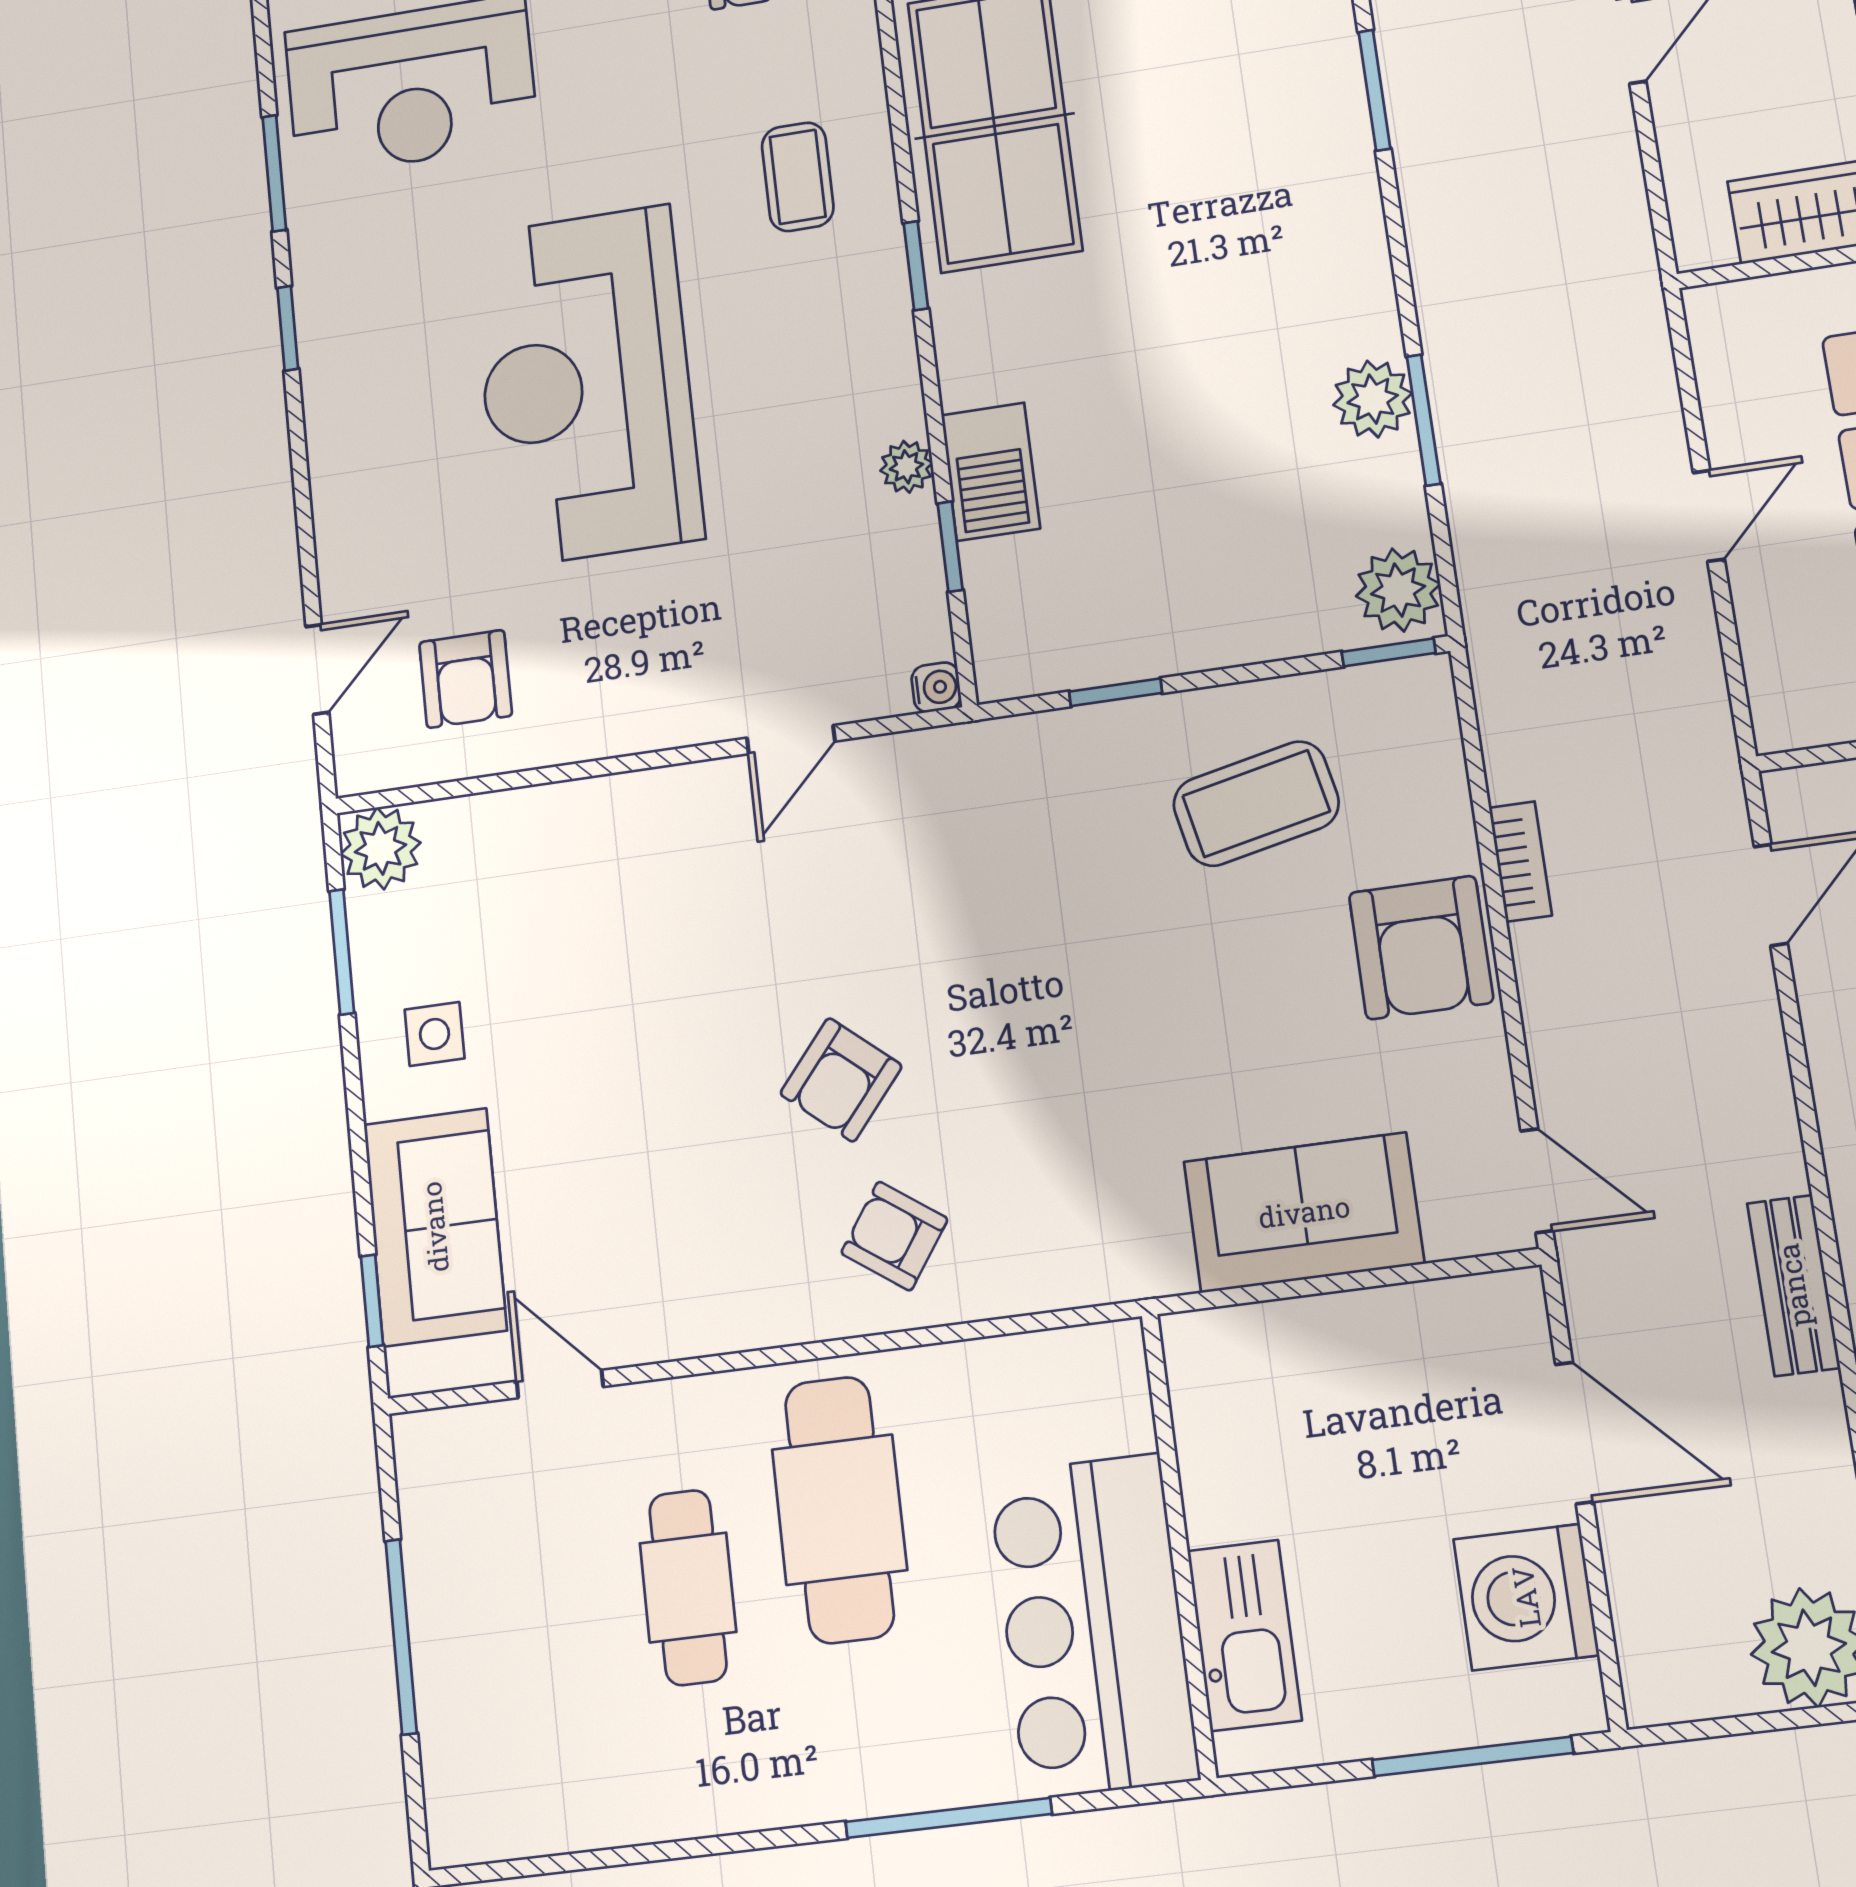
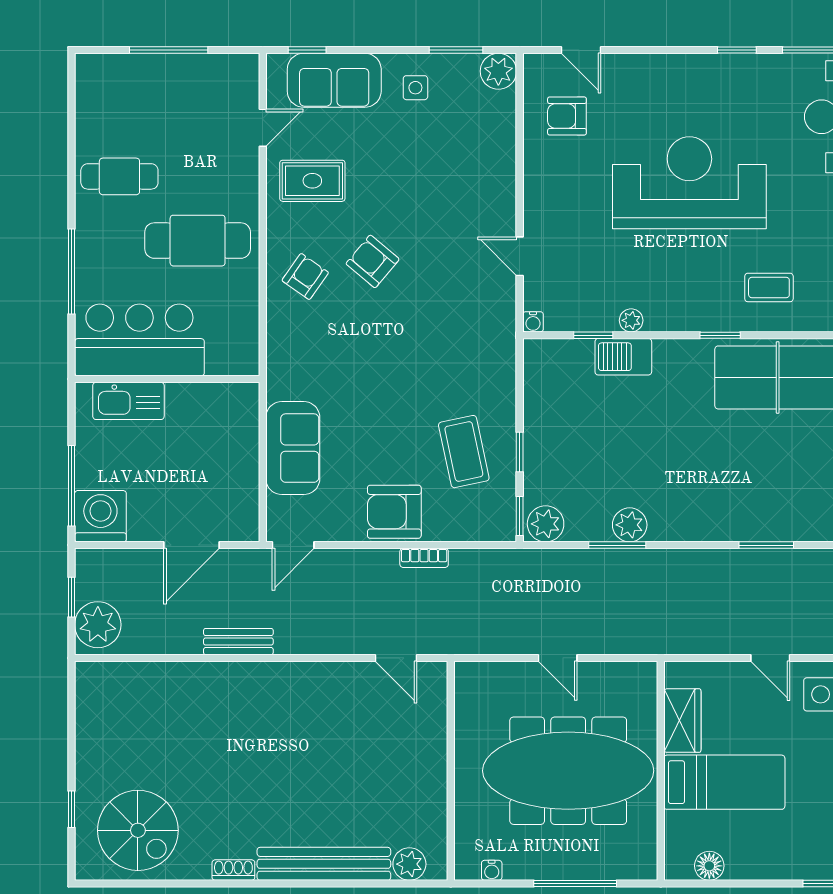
window: (1116, 692) -> (520, 452), moved
rug: (670, 1248) -> (312, 181), added
cafe table: (688, 1587) -> (119, 176), moved
washing machine: (1526, 1597) -> (100, 516), moved
window: (1751, 1724) -> (72, 597), added

